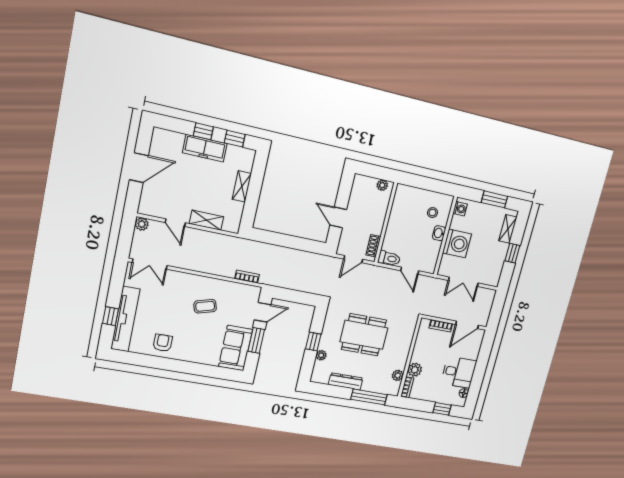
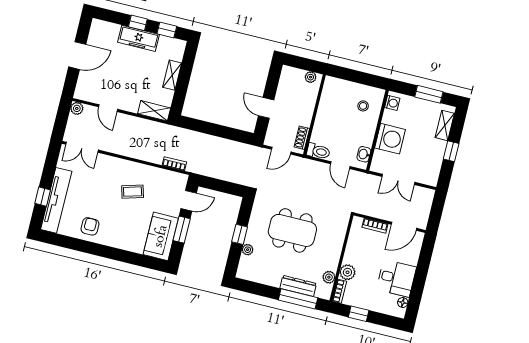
shelving: (206, 220) -> (154, 111), moved
washbasin: (439, 233) -> (364, 154), moved
dresser: (346, 381) -> (298, 286), moved
window: (442, 409) -> (359, 314), moved

